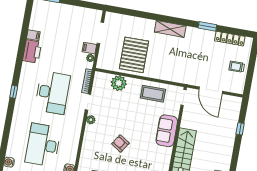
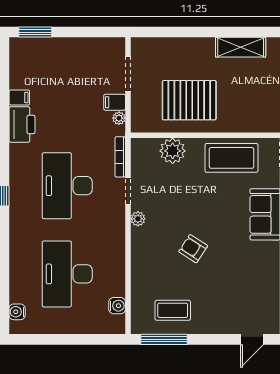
pallet: (134, 55) -> (189, 100), turned 90
desk: (52, 93) -> (67, 186), turned 180
coffee table: (153, 94) -> (232, 158), width x1.36, depth x1.32

